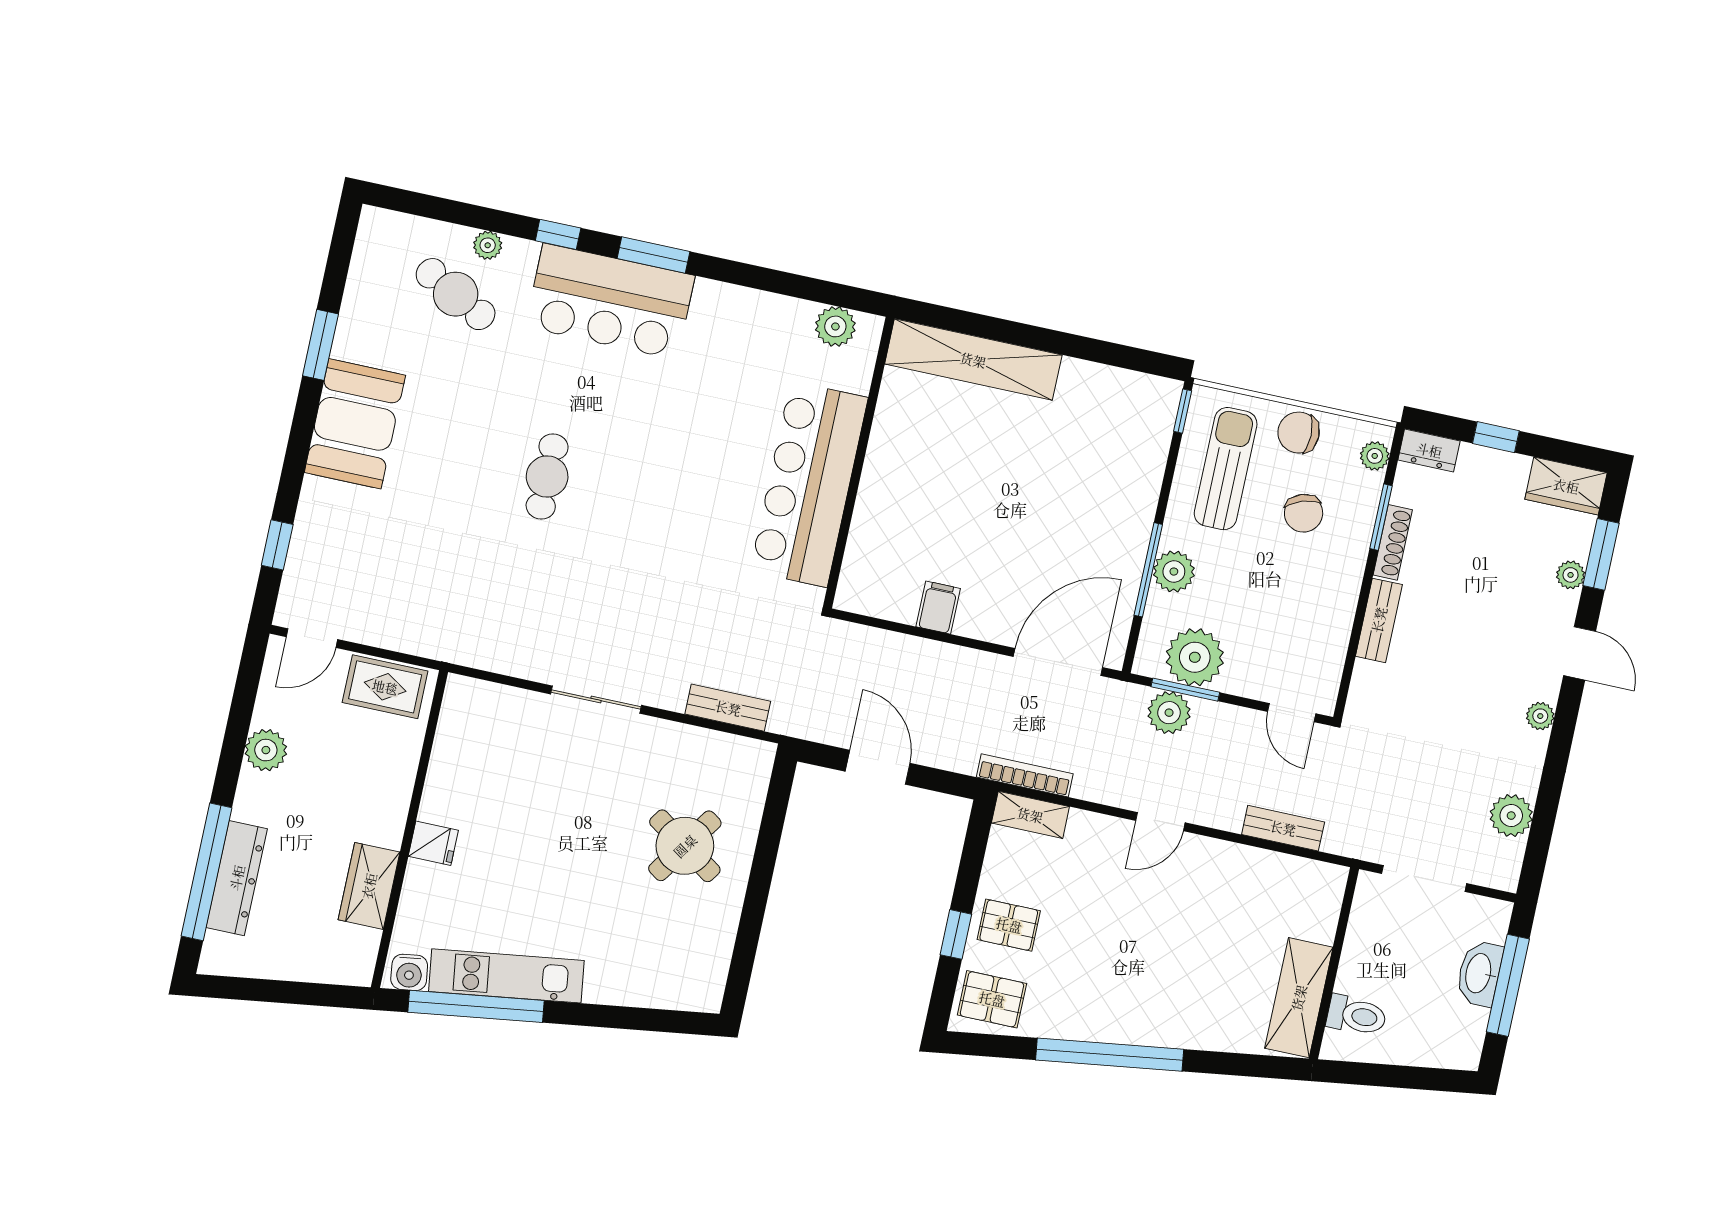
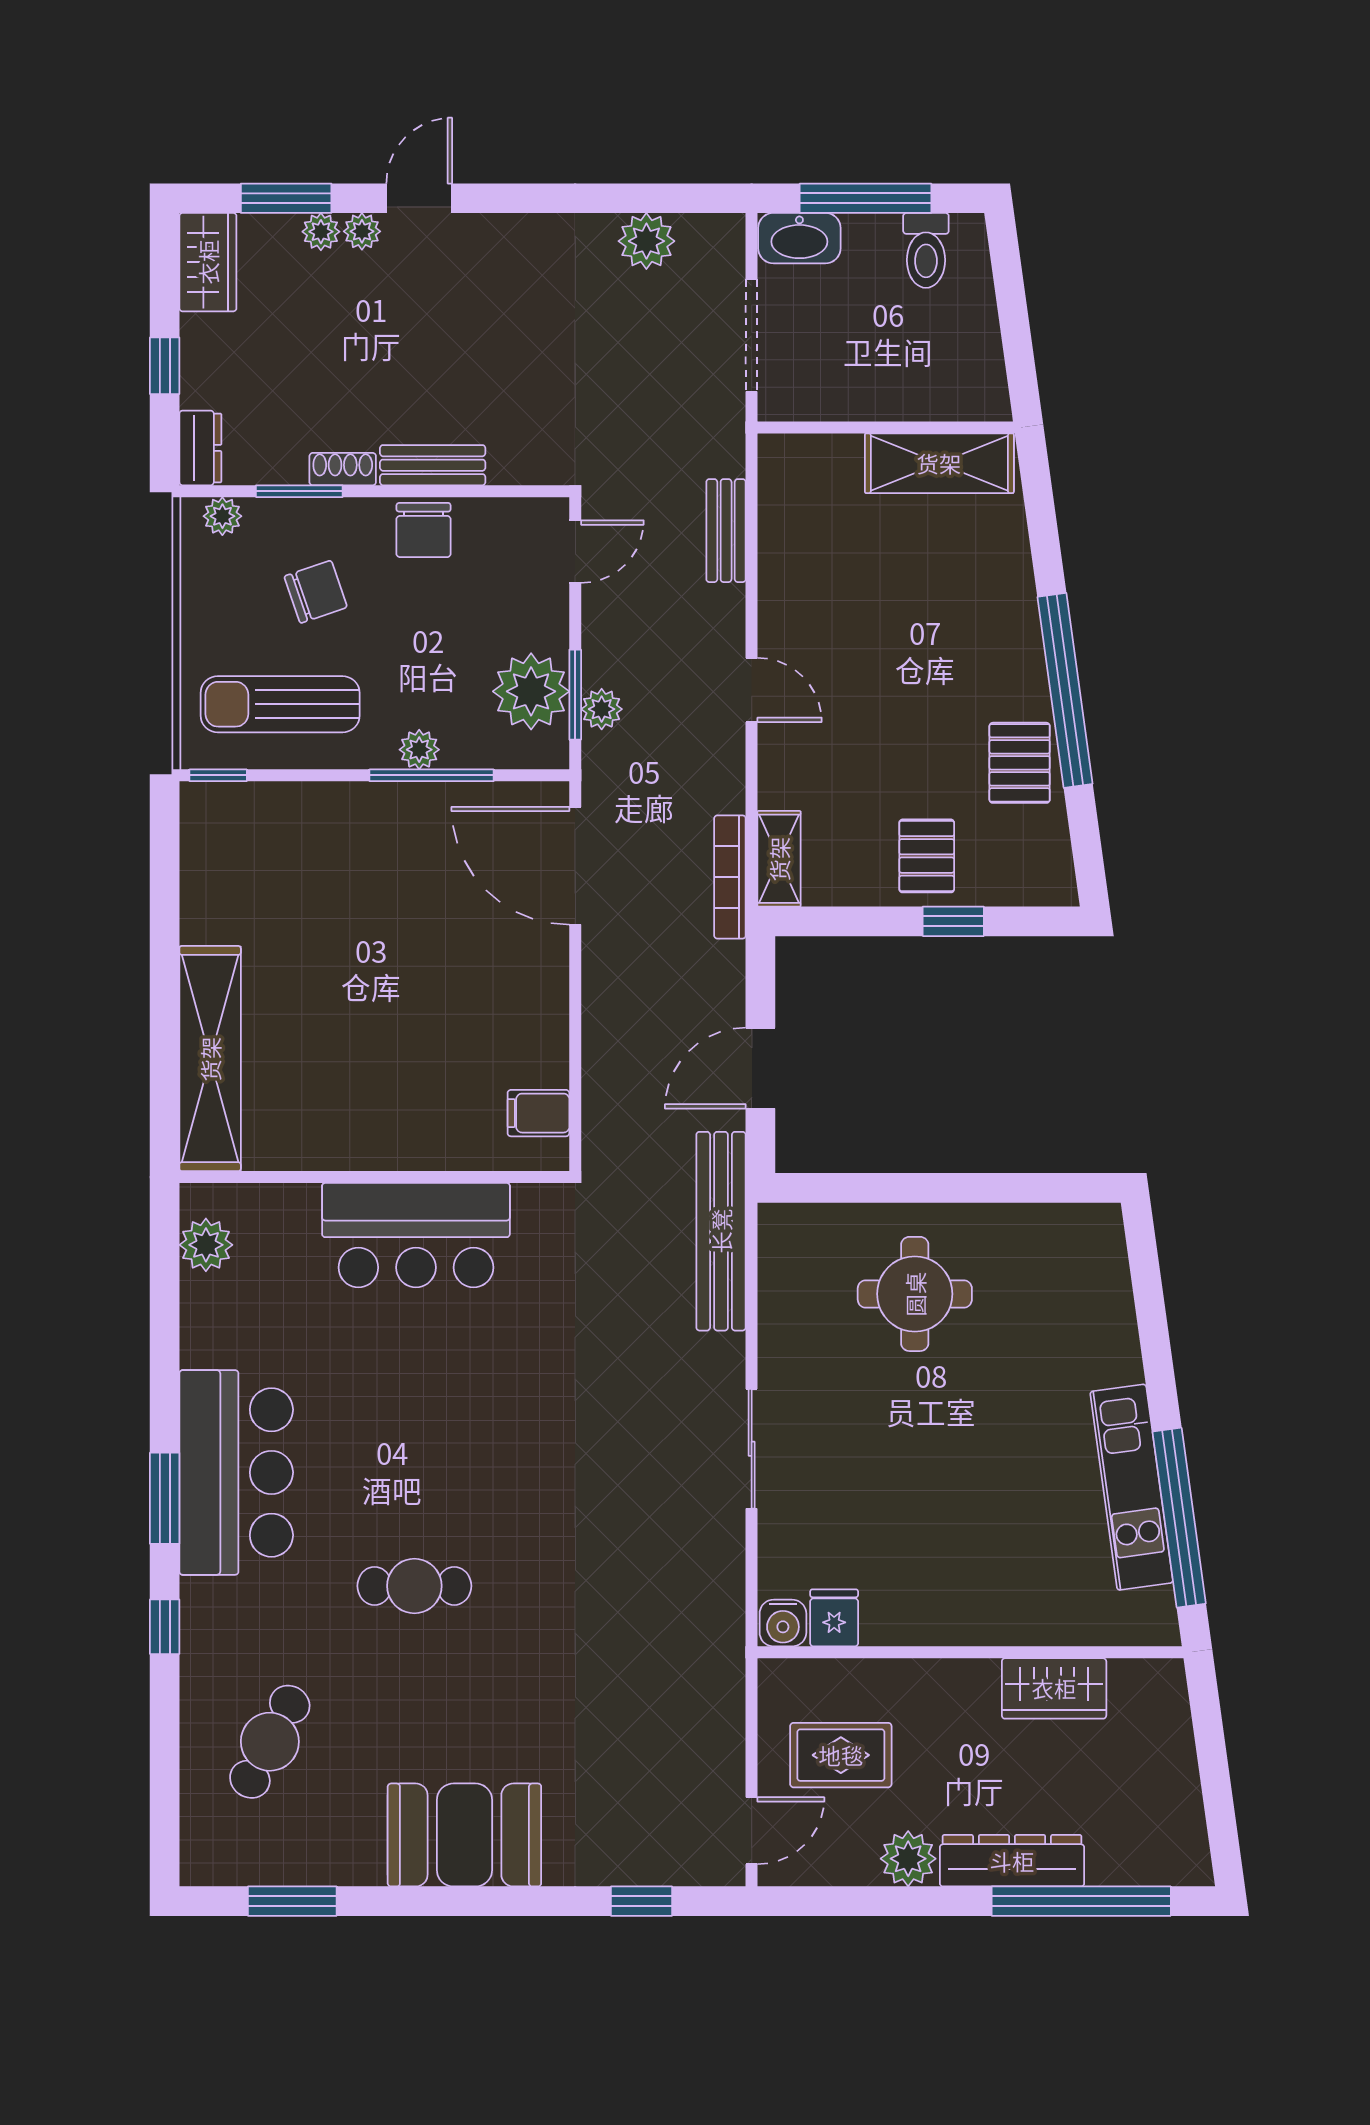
plant: (488, 245) -> (198, 1714), removed
bar counter: (610, 301) -> (236, 1472), moved
window: (320, 345) -> (292, 1901), moved
chair: (1299, 433) -> (424, 530), moved
cafe table: (547, 476) -> (414, 1586), moved
bar counter: (809, 484) -> (416, 1235), width x0.73
shoe rack: (1393, 542) -> (343, 469), width x0.70
plant: (1174, 572) -> (419, 750), width x0.73, depth x0.73
filing cabinet: (938, 608) -> (538, 1113), moved
door: (312, 638) -> (752, 1831), hinge flipped
rug: (385, 687) -> (841, 1755), moved, turned 90
bench: (728, 708) -> (721, 1231), width x1.86, depth x1.21
plant: (1169, 713) -> (602, 709), width x0.73, depth x0.73
plant: (1540, 716) -> (362, 231), moved
fridge: (433, 843) -> (834, 1618), moved
round table: (685, 846) -> (915, 1294), turned -34
dresser: (237, 878) -> (1012, 1861), moved
water cooler: (409, 972) -> (783, 1623), moved, turned 98
washbasin: (1479, 973) -> (799, 238), moved
pallet: (992, 999) -> (1020, 763), moved
toilet: (1357, 1015) -> (926, 250), moved, turned 180

